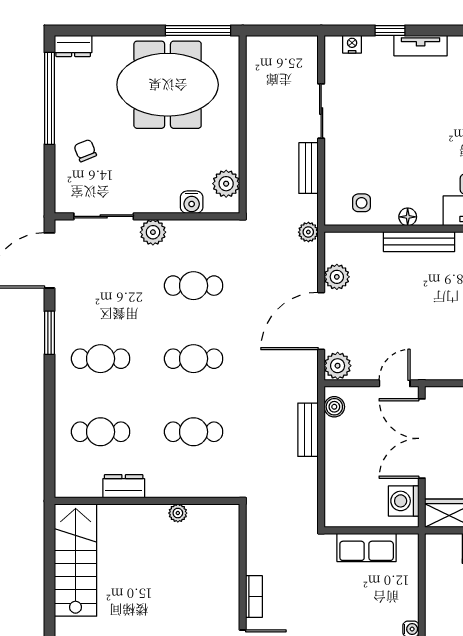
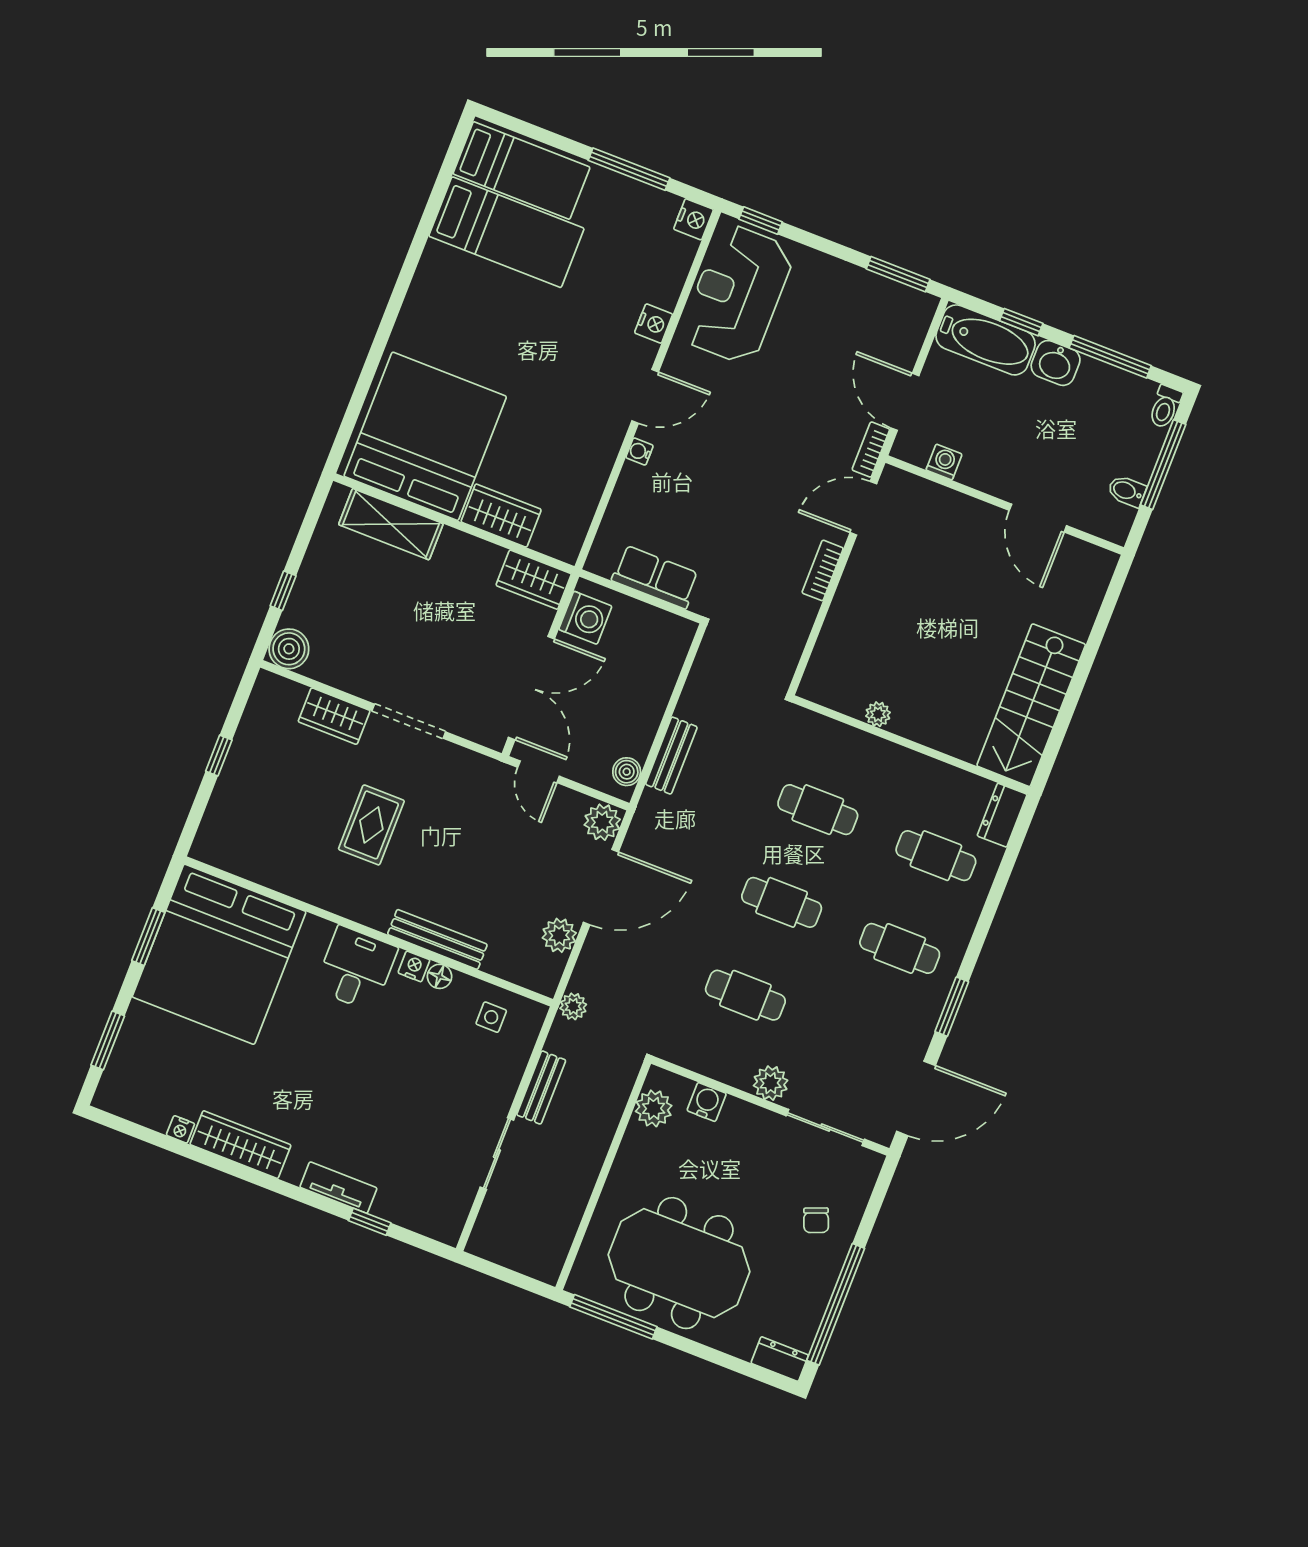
nightstand: (352, 44) -> (414, 966), moved, turned 180
door: (395, 383) -> (539, 772), hinge flipped
dresser: (124, 486) -> (1002, 815), moved, turned 90

